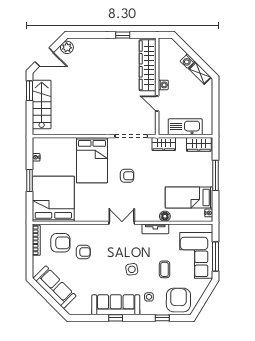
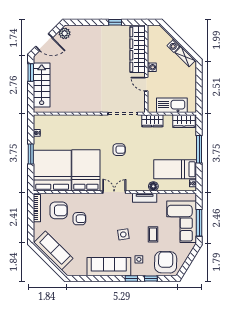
bed: (92, 160) -> (86, 170), moved, turned 180
window: (116, 318) -> (131, 278), moved

